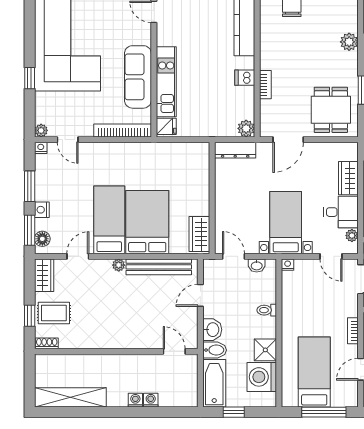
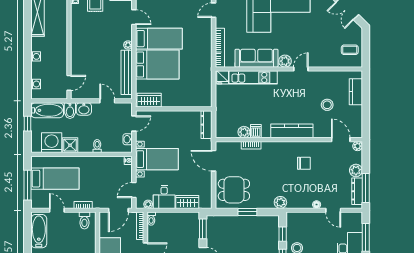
plant: (142, 35) -> (285, 61), added
plant: (246, 128) -> (244, 132), moved
washing machine: (151, 400) -> (36, 84), moved

